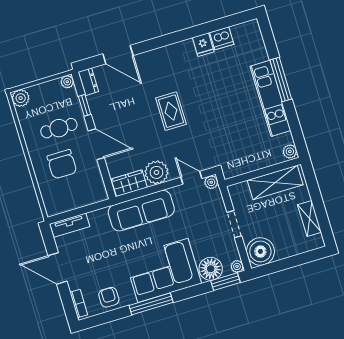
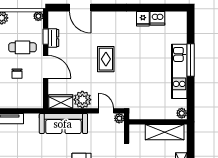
dresser: (88, 82) -> (53, 38), moved
chair: (62, 164) -> (17, 74), width x0.54, depth x0.54

